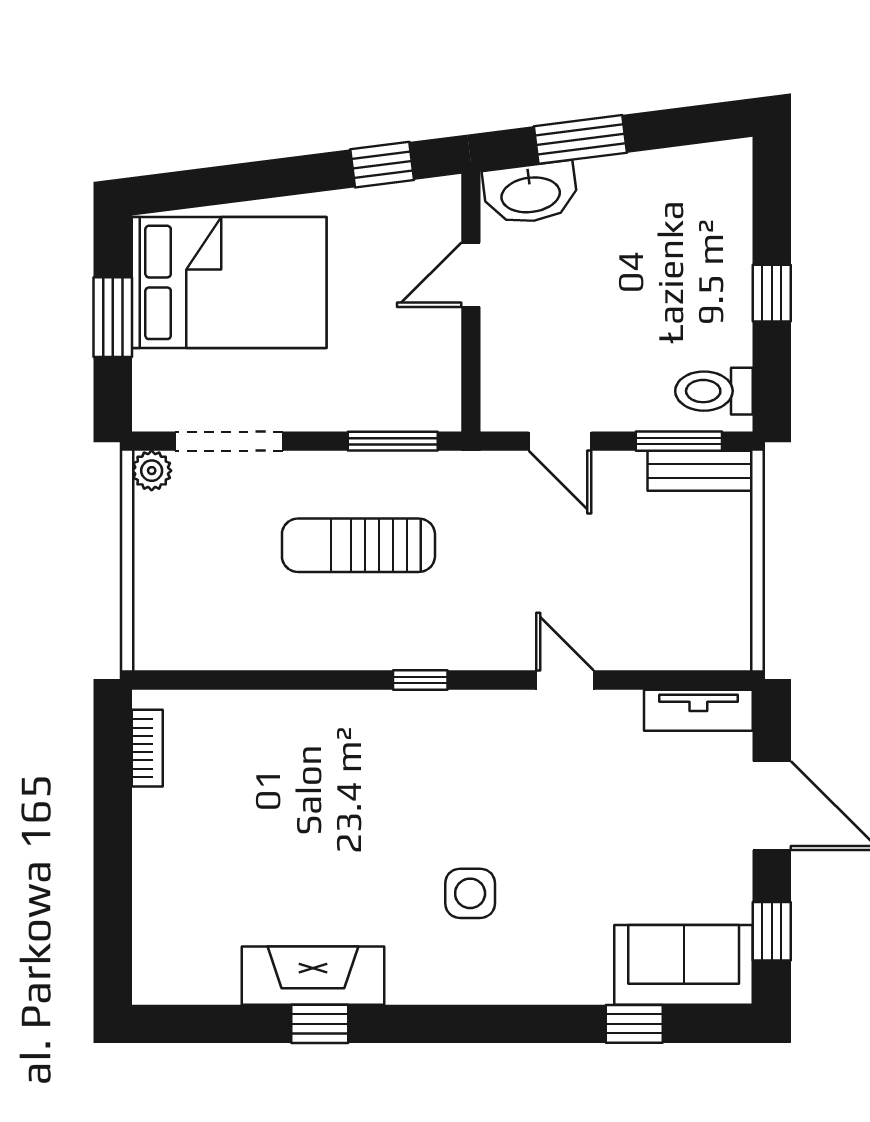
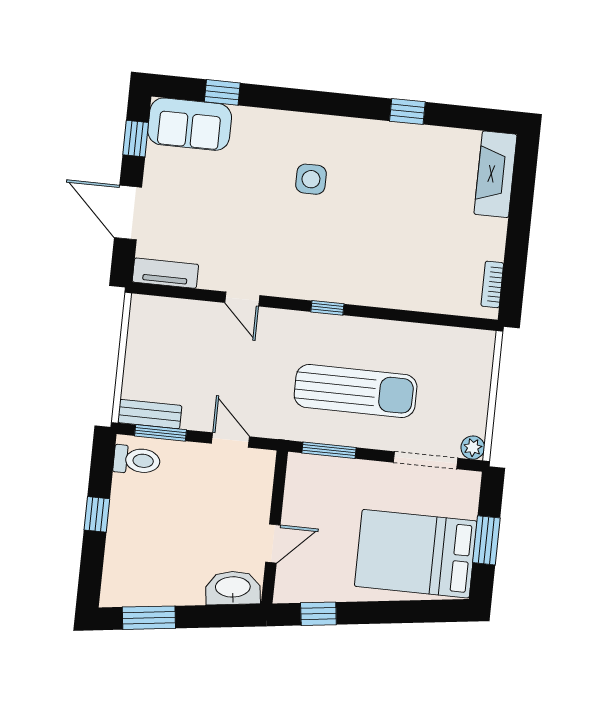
window: (580, 139) -> (149, 618), moved
sun lounger: (358, 545) -> (356, 391), width x1.36, depth x1.34
fireplace: (313, 976) -> (495, 174), moved, turned 90

